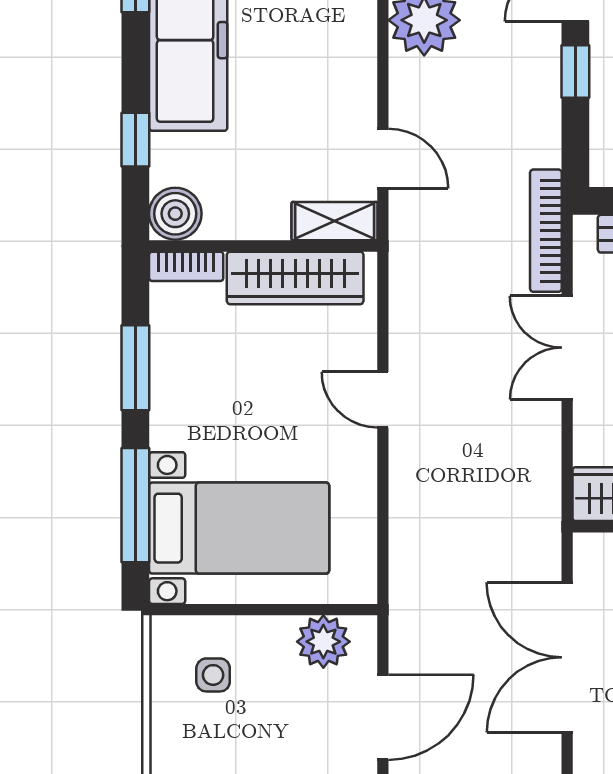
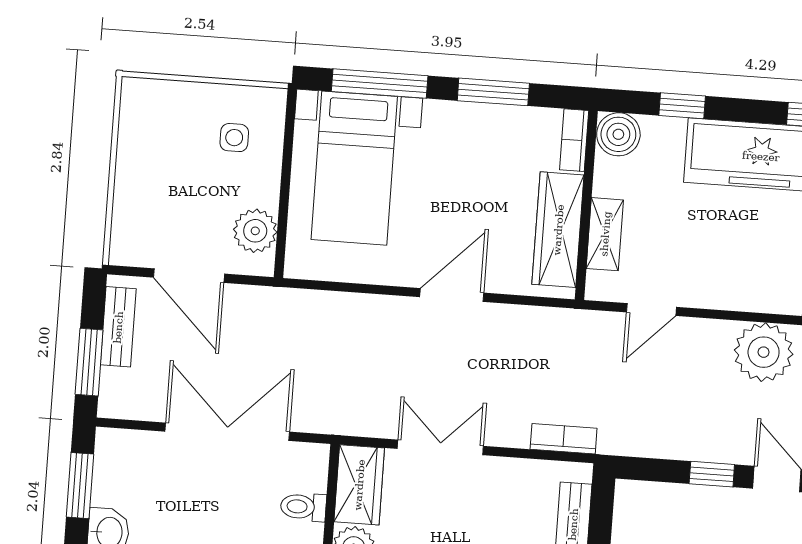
shelving: (335, 221) -> (605, 234), moved
bookcase: (546, 231) -> (564, 439), width x0.64
double door: (567, 348) -> (440, 447), moved
door: (383, 400) -> (452, 295), width x1.38

